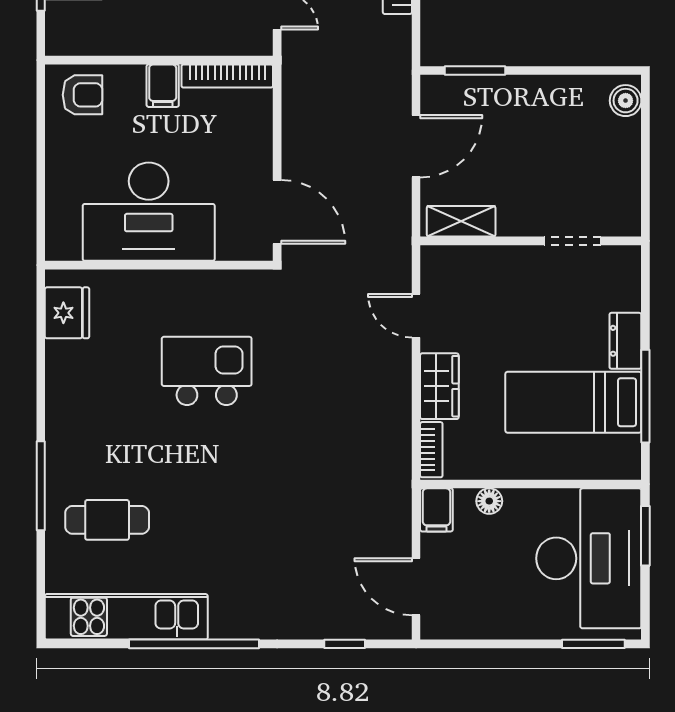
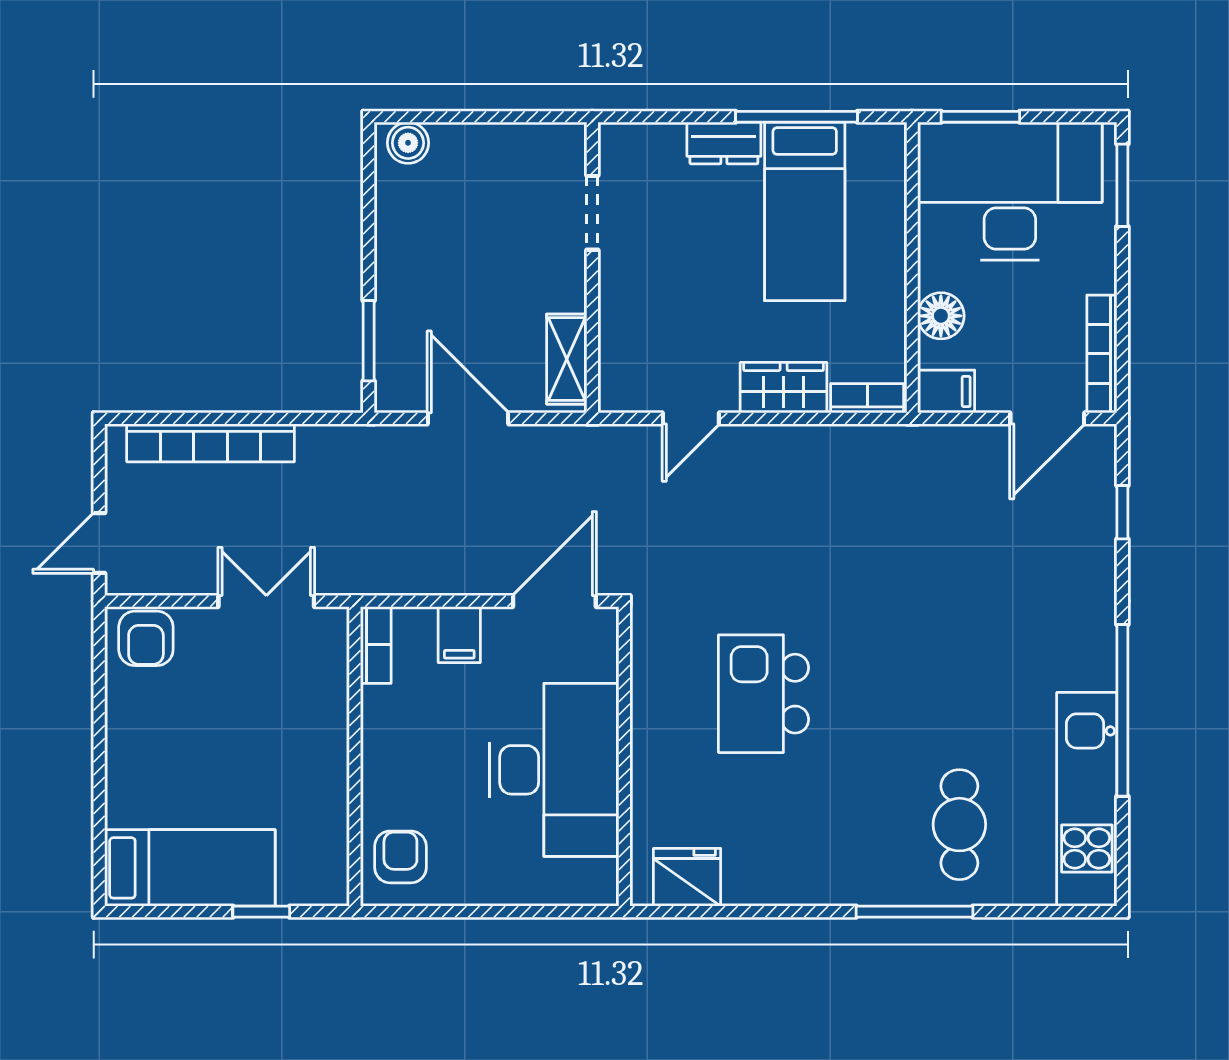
bookcase: (227, 76) -> (376, 645), width x0.64
filing cabinet: (163, 86) -> (459, 635), moved, turned 90
floor lamp: (489, 501) -> (941, 316), width x1.37, depth x1.37
bookcase: (465, 628) -> (1102, 354), added

